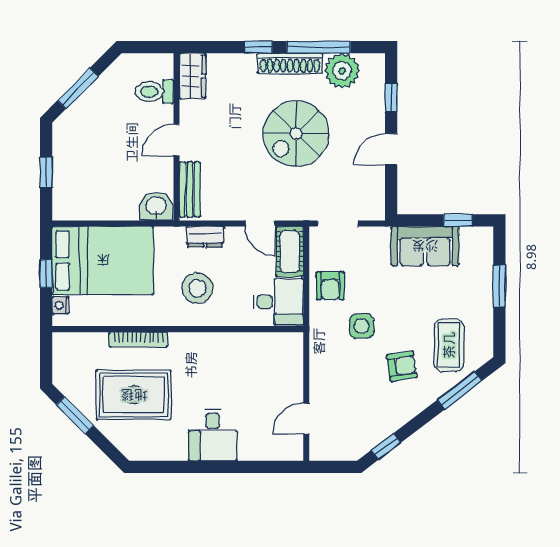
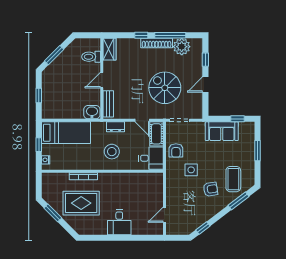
spiral stairs: (296, 134) -> (165, 88), moved, turned 90
bed: (103, 260) -> (66, 133), width x0.67

